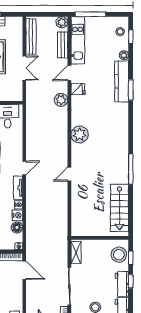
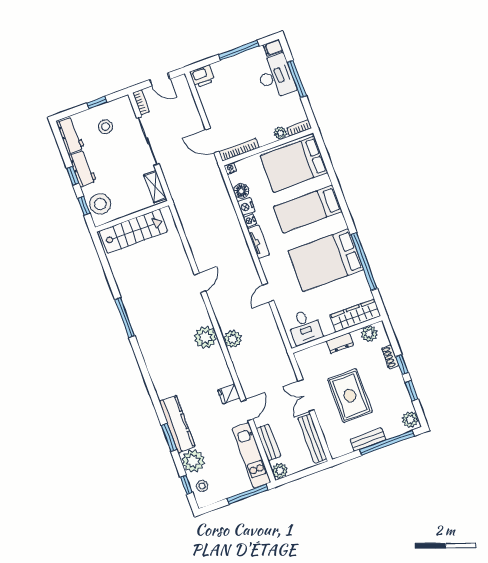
plant: (124, 55) -> (193, 461), width x1.88, depth x1.88
window: (131, 90) -> (169, 437), moved
plant: (61, 100) -> (233, 339), moved
door: (24, 168) -> (268, 293), moved
stairs: (119, 208) -> (134, 231), moved, turned 90

